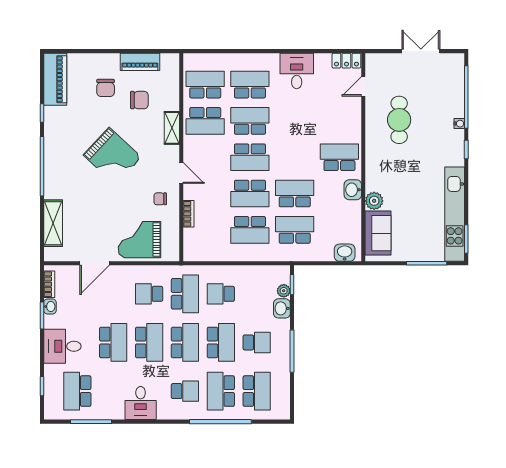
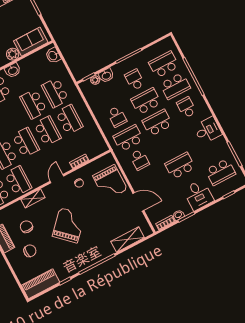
school desk: (149, 342) -> (169, 144), removed

